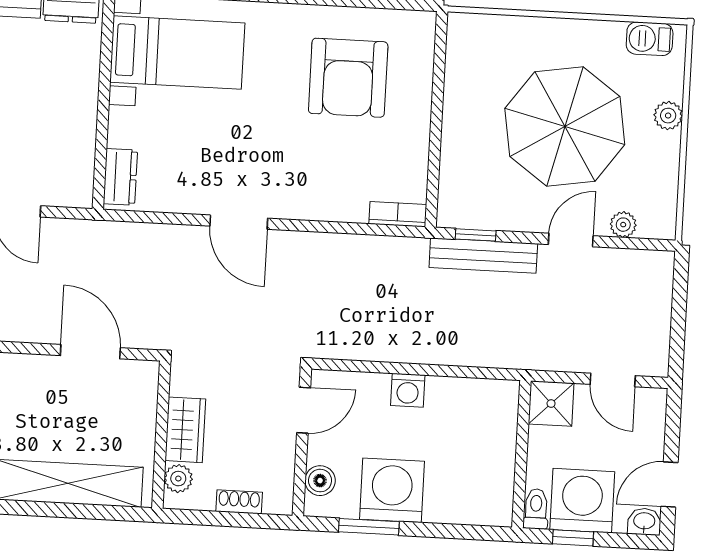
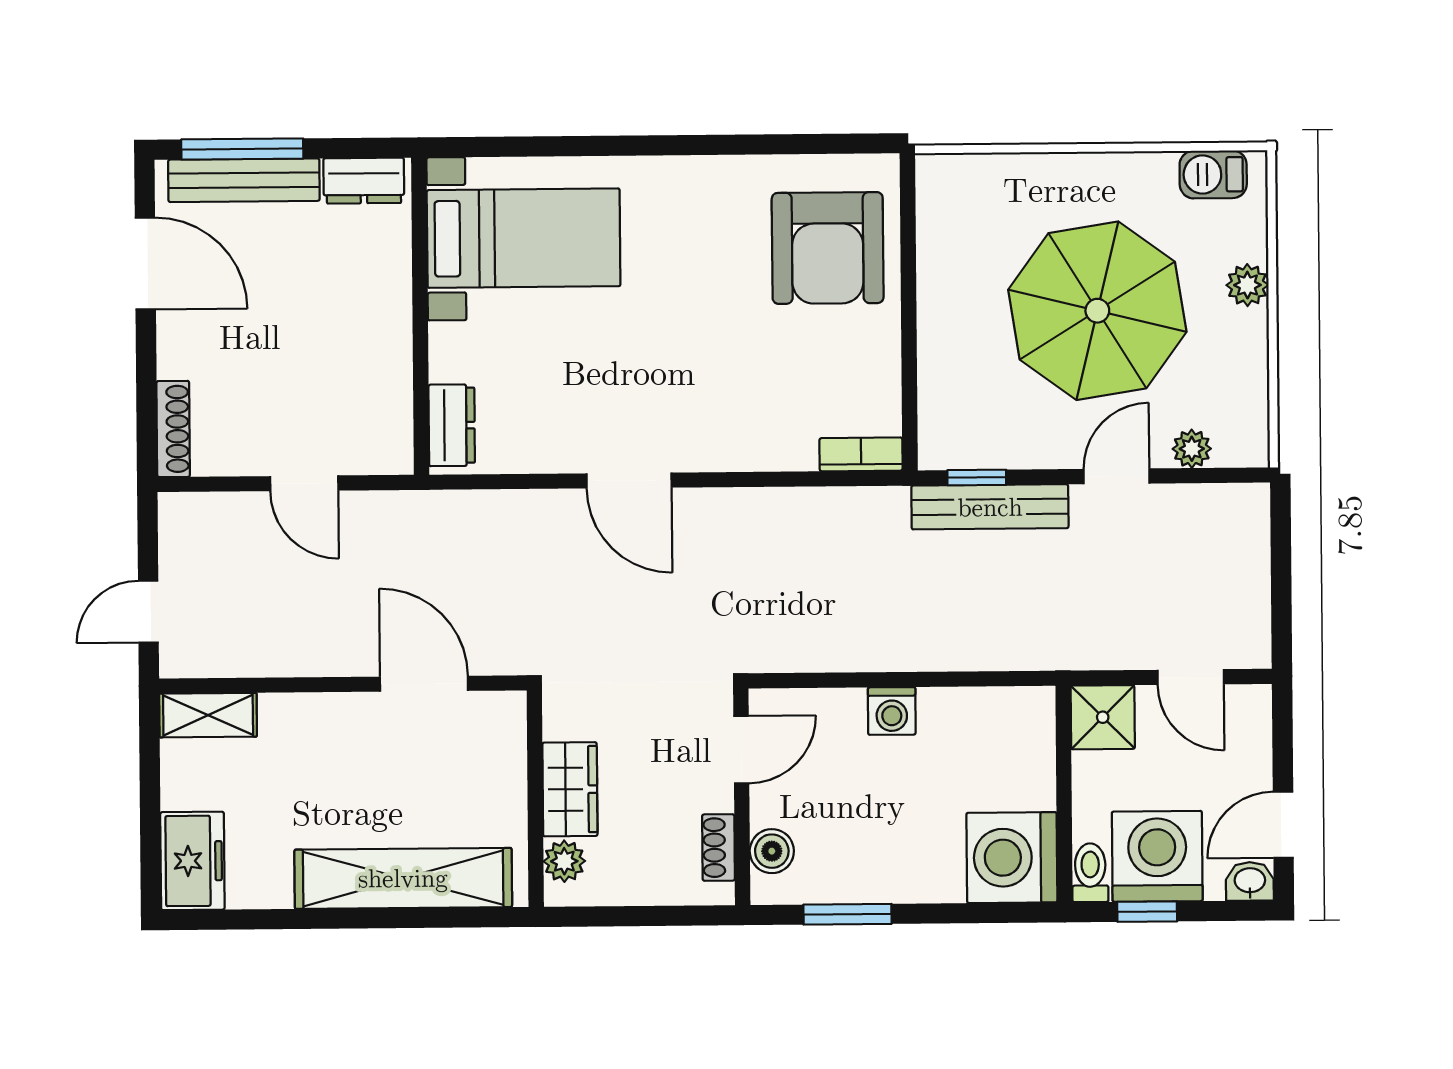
armchair: (348, 78) -> (828, 248), moved
washing machine: (392, 490) -> (1012, 858), moved, turned -90
shoe rack: (239, 502) -> (718, 848), moved, turned -90

